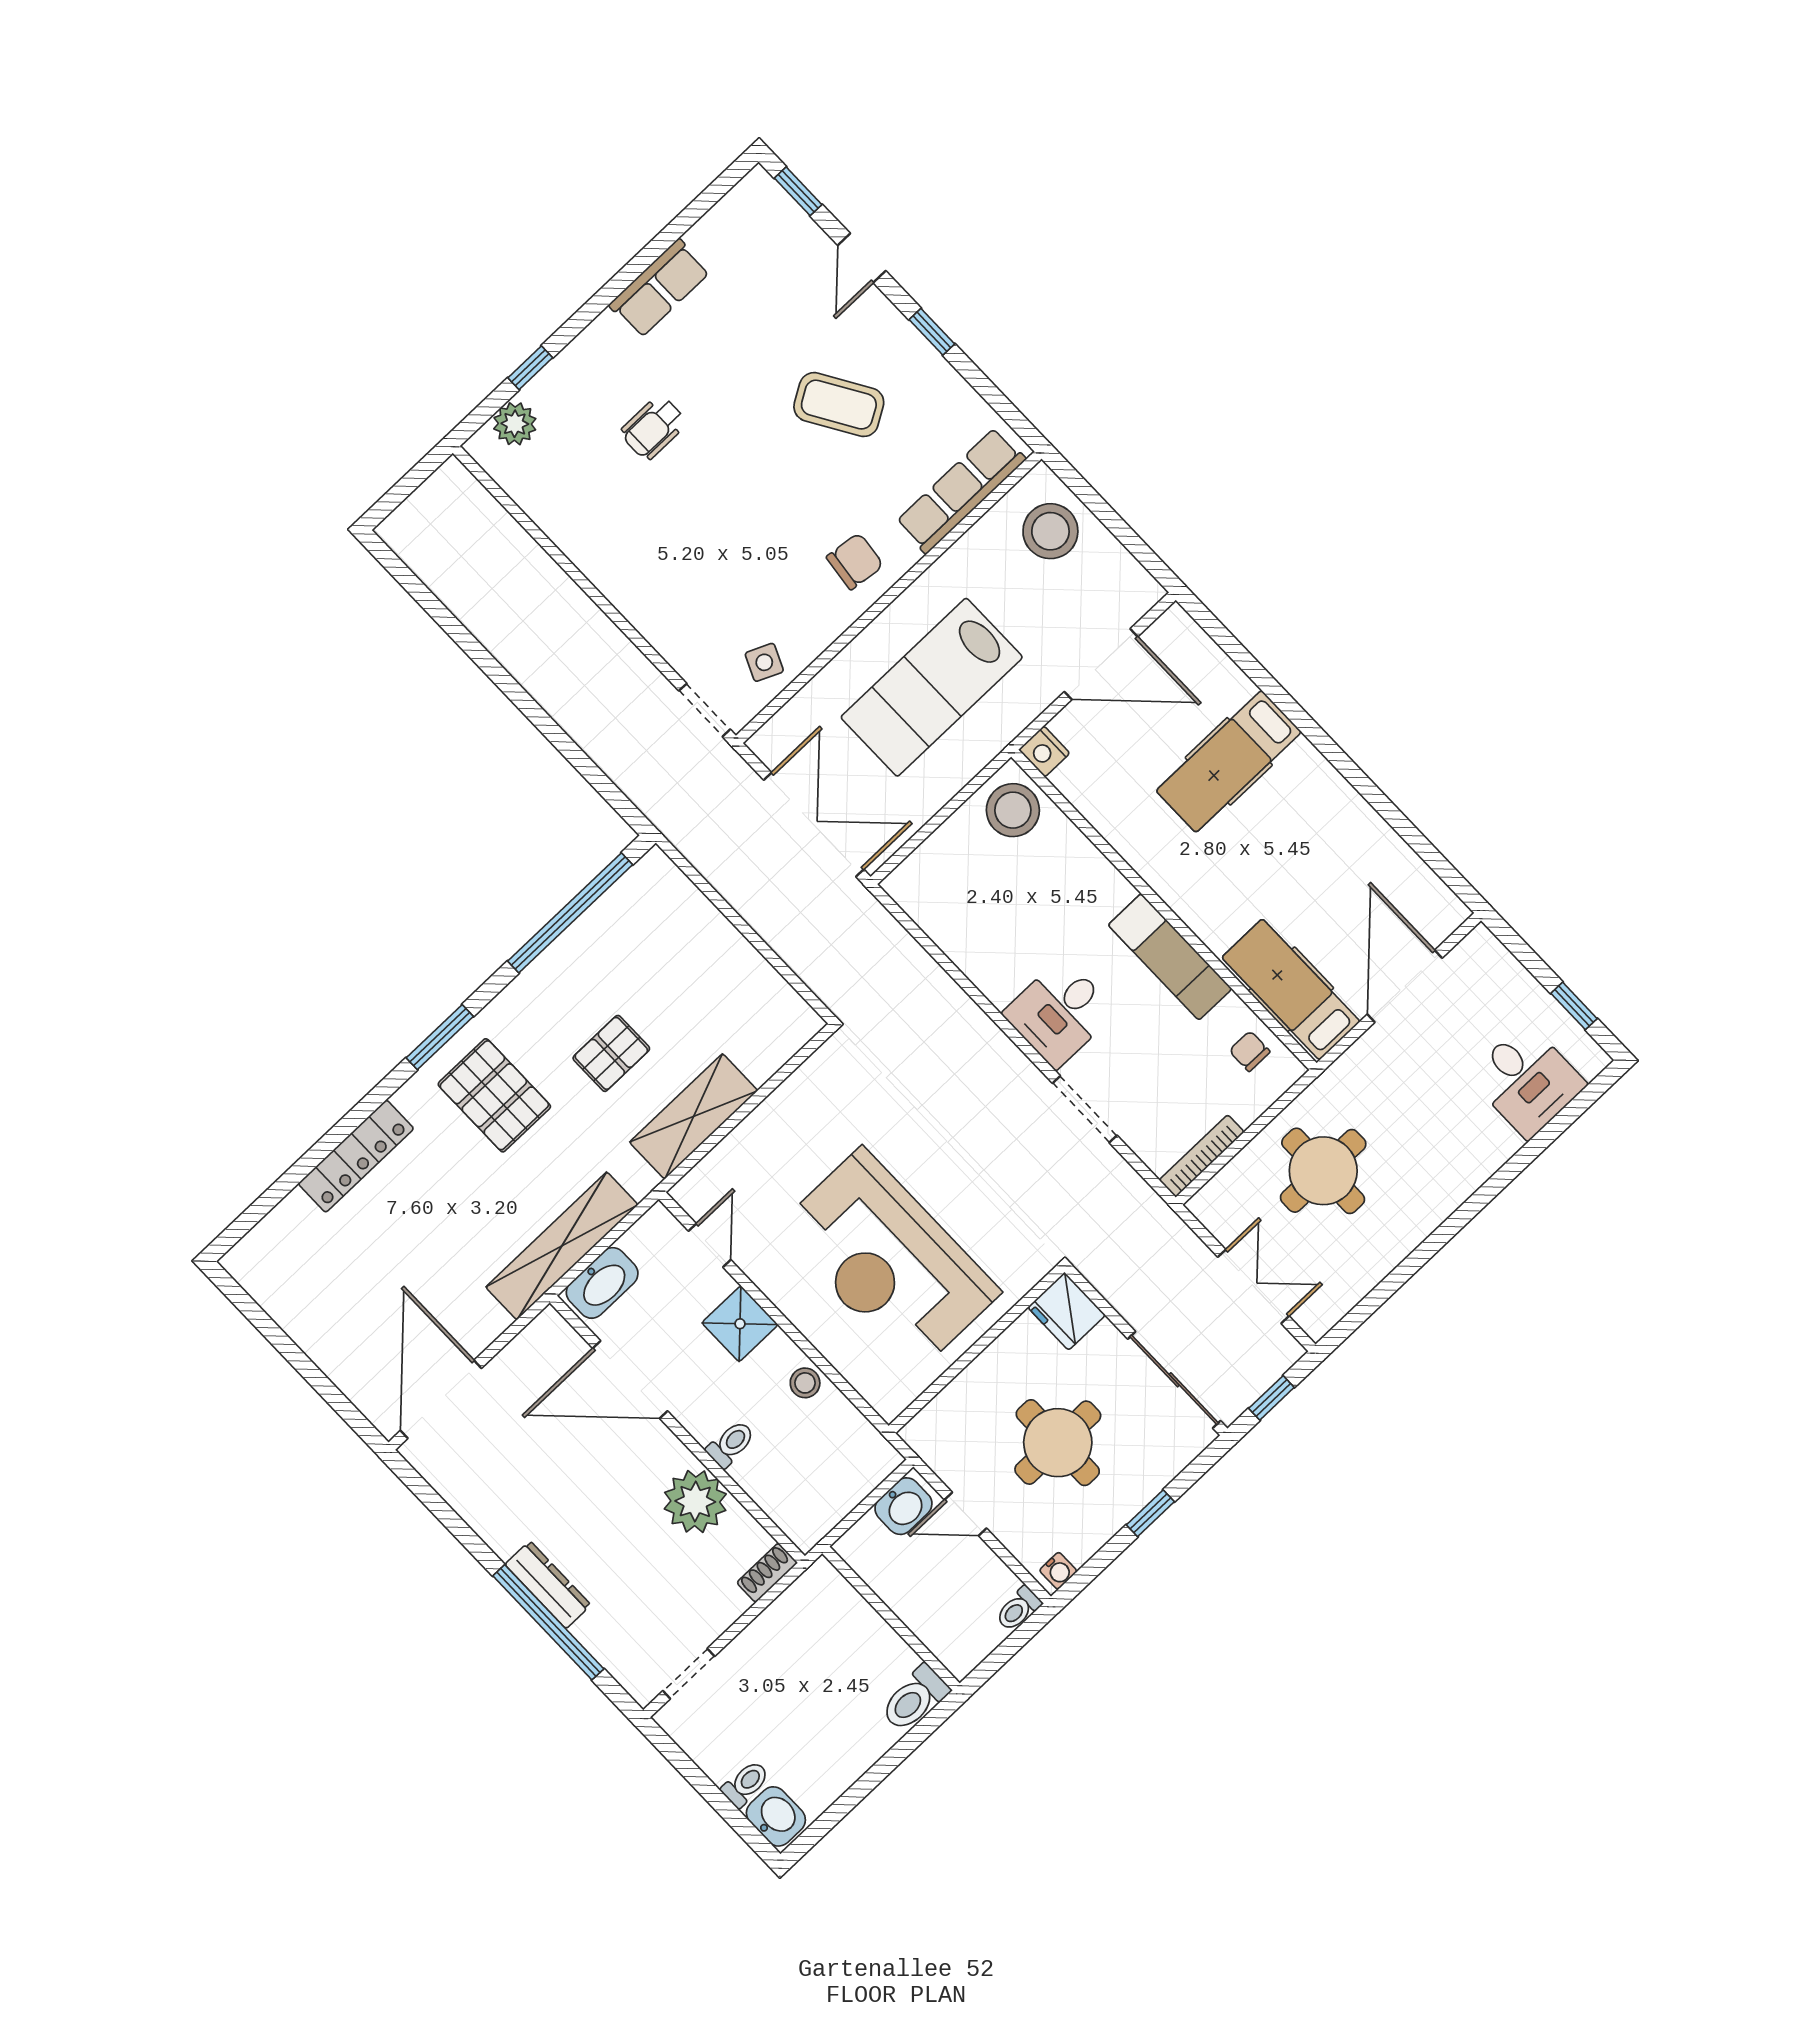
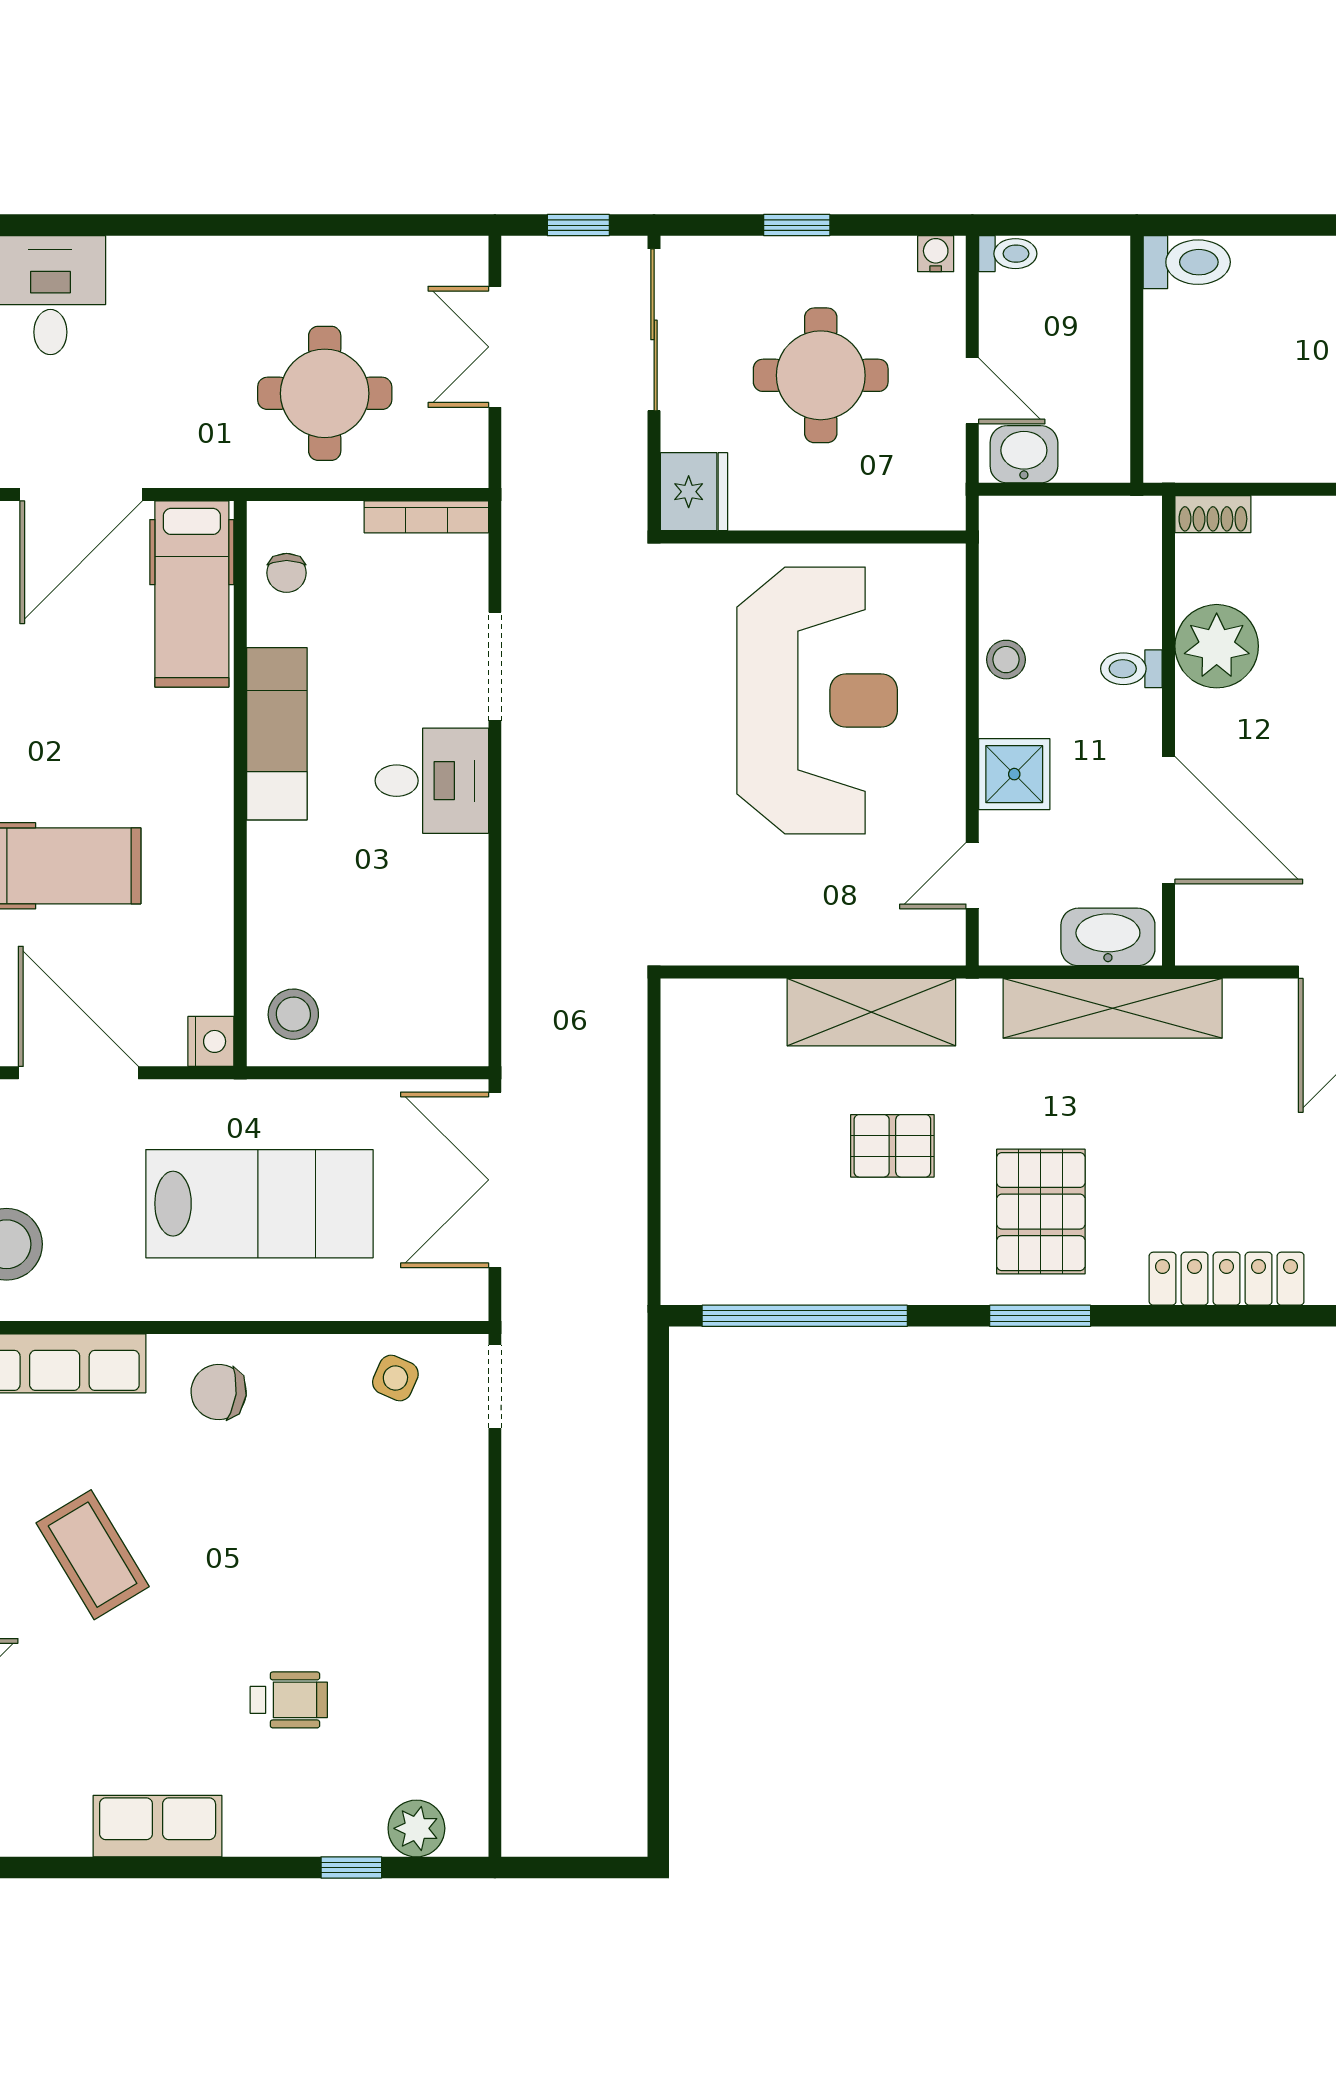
stool: (1013, 810) -> (293, 1014), width x0.73, depth x0.73

